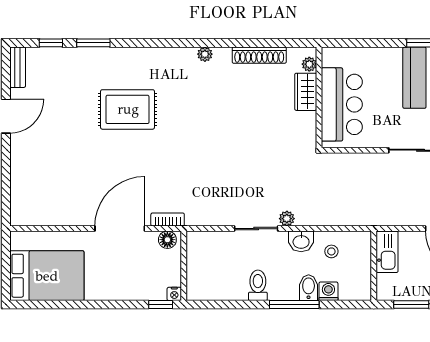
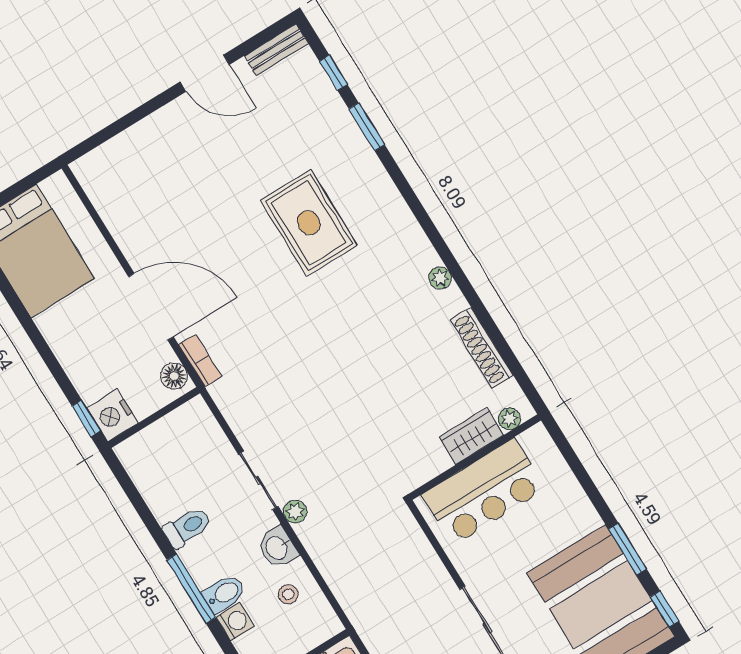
nightstand: (174, 294) -> (112, 415), width x1.89, depth x1.79

